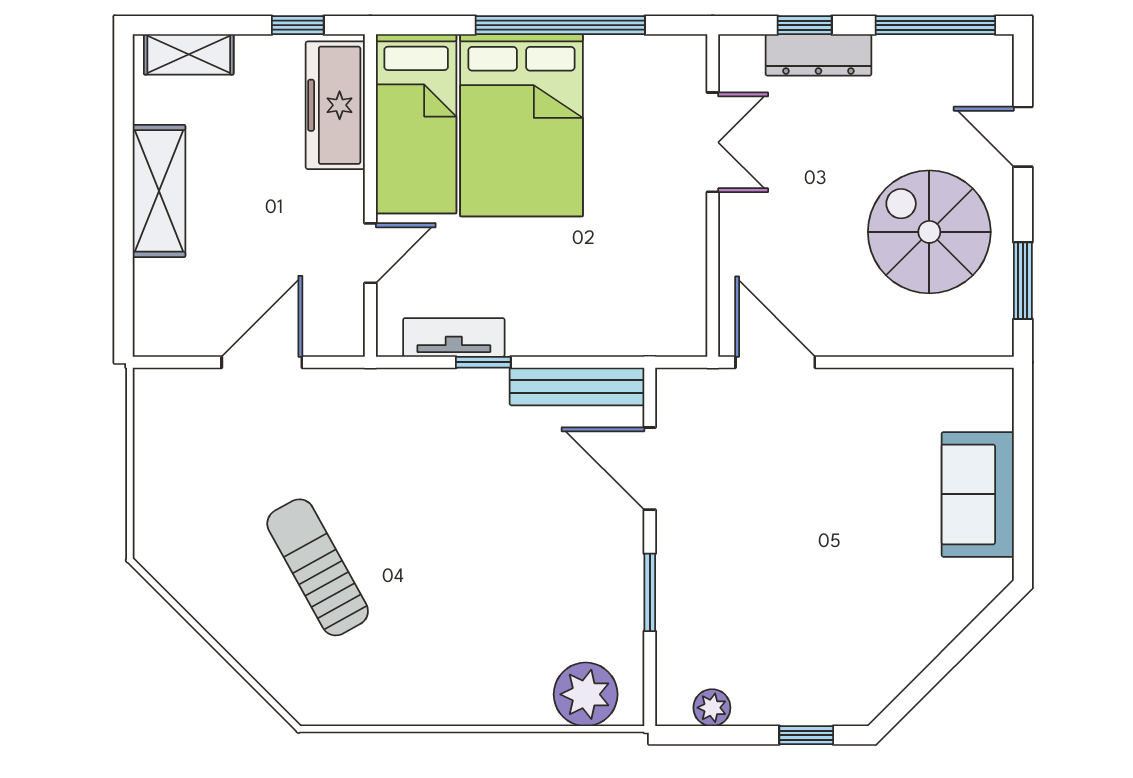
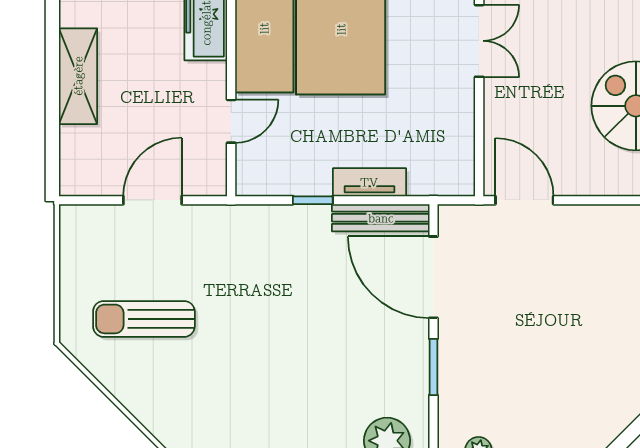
tv unit: (454, 337) -> (369, 182), moved
door: (650, 469) -> (433, 277), width x1.36
sun lounger: (318, 567) -> (144, 319), moved, turned -61

